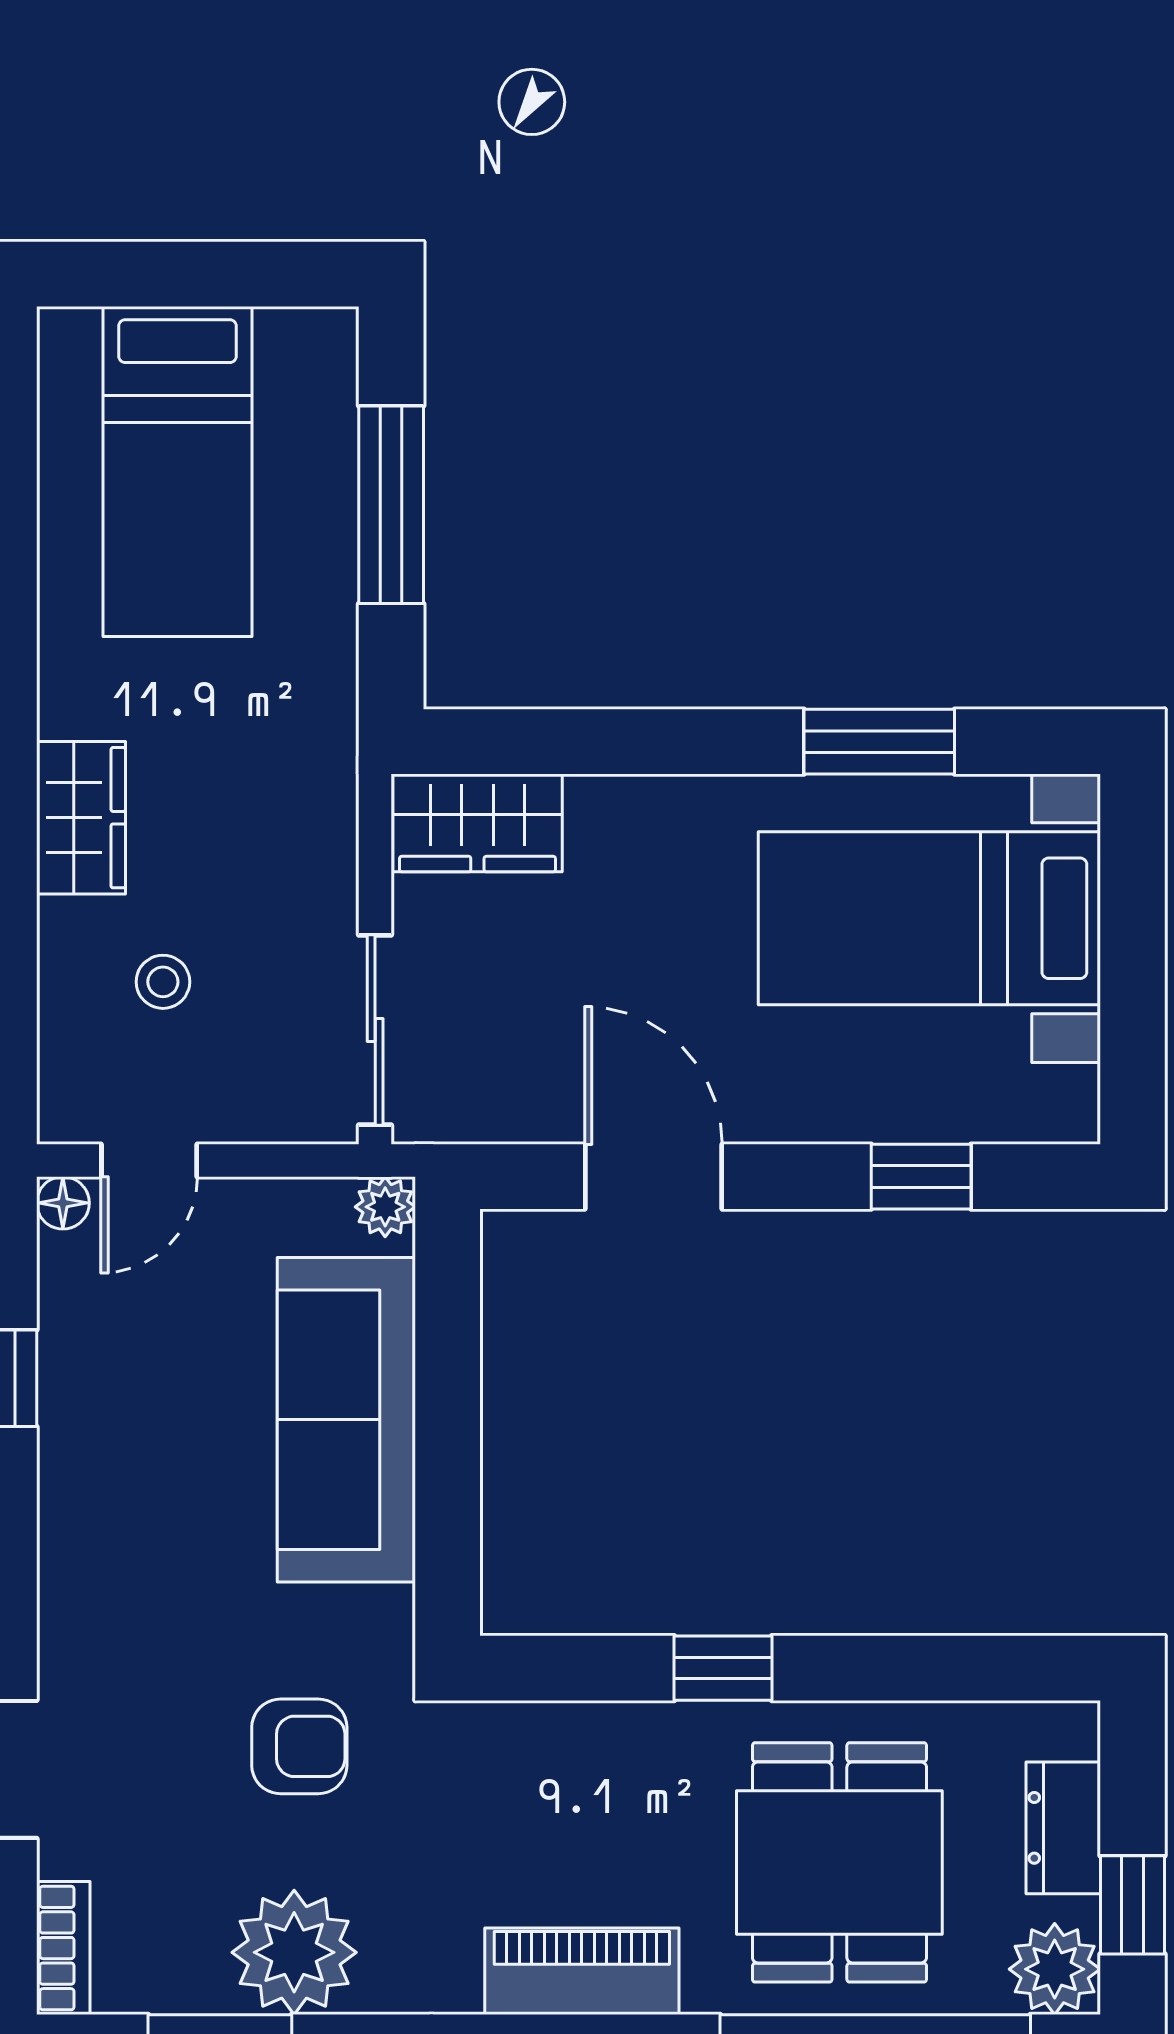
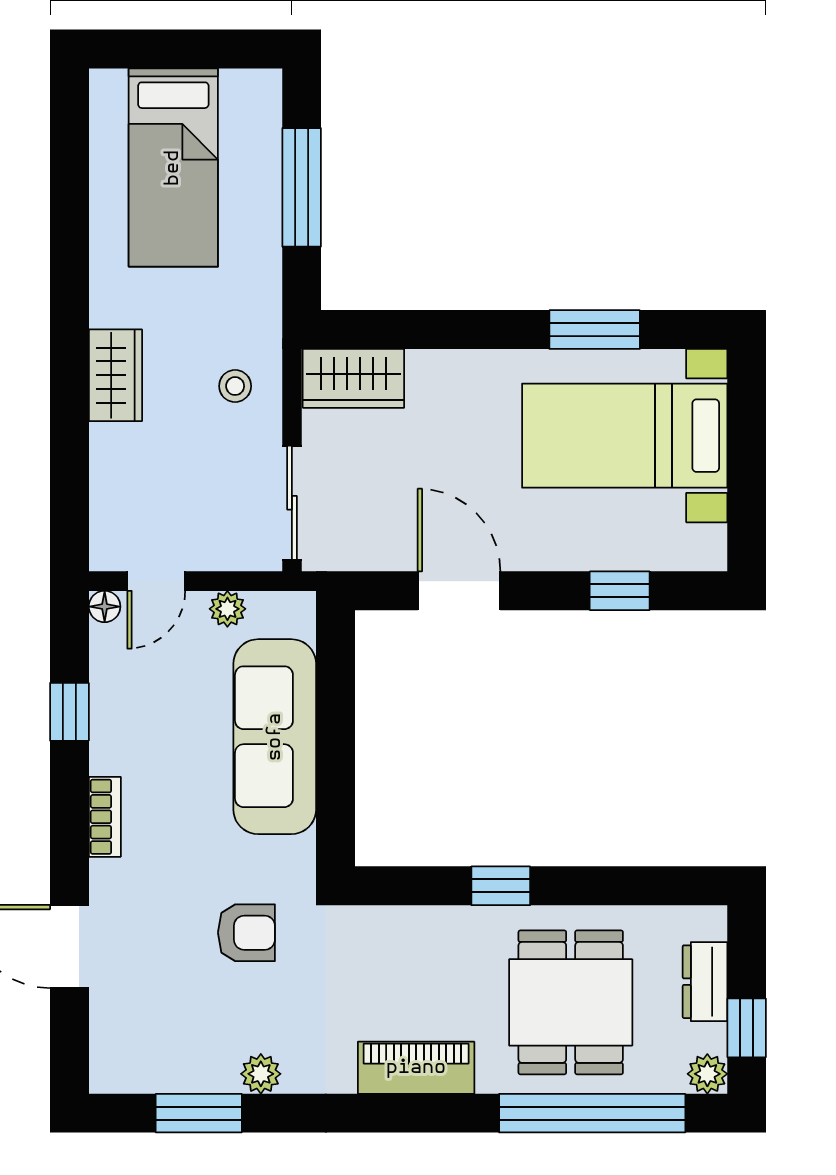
stool: (163, 982) -> (235, 386), moved
plant: (385, 1207) -> (227, 609), moved
bookcase: (63, 1948) -> (105, 817), moved
plant: (294, 1952) -> (261, 1074), width x0.53, depth x0.53
plant: (1055, 1969) -> (707, 1074), width x0.73, depth x0.73

